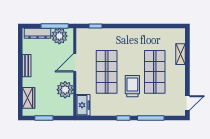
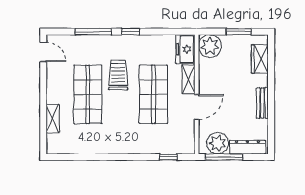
shelving: (81, 83) -> (188, 79), added
trolley: (132, 86) -> (118, 75), turned 180
plant: (65, 90) -> (210, 46), moved
door: (187, 103) -> (43, 52), swing flipped

